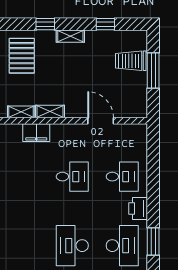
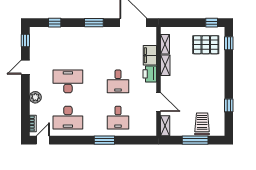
window: (45, 24) -> (229, 43), moved
shelving: (70, 36) -> (165, 126), moved
door: (101, 121) -> (158, 102), hinge flipped
printer: (138, 208) -> (150, 74), moved, turned -90
window: (153, 241) -> (104, 140), moved

